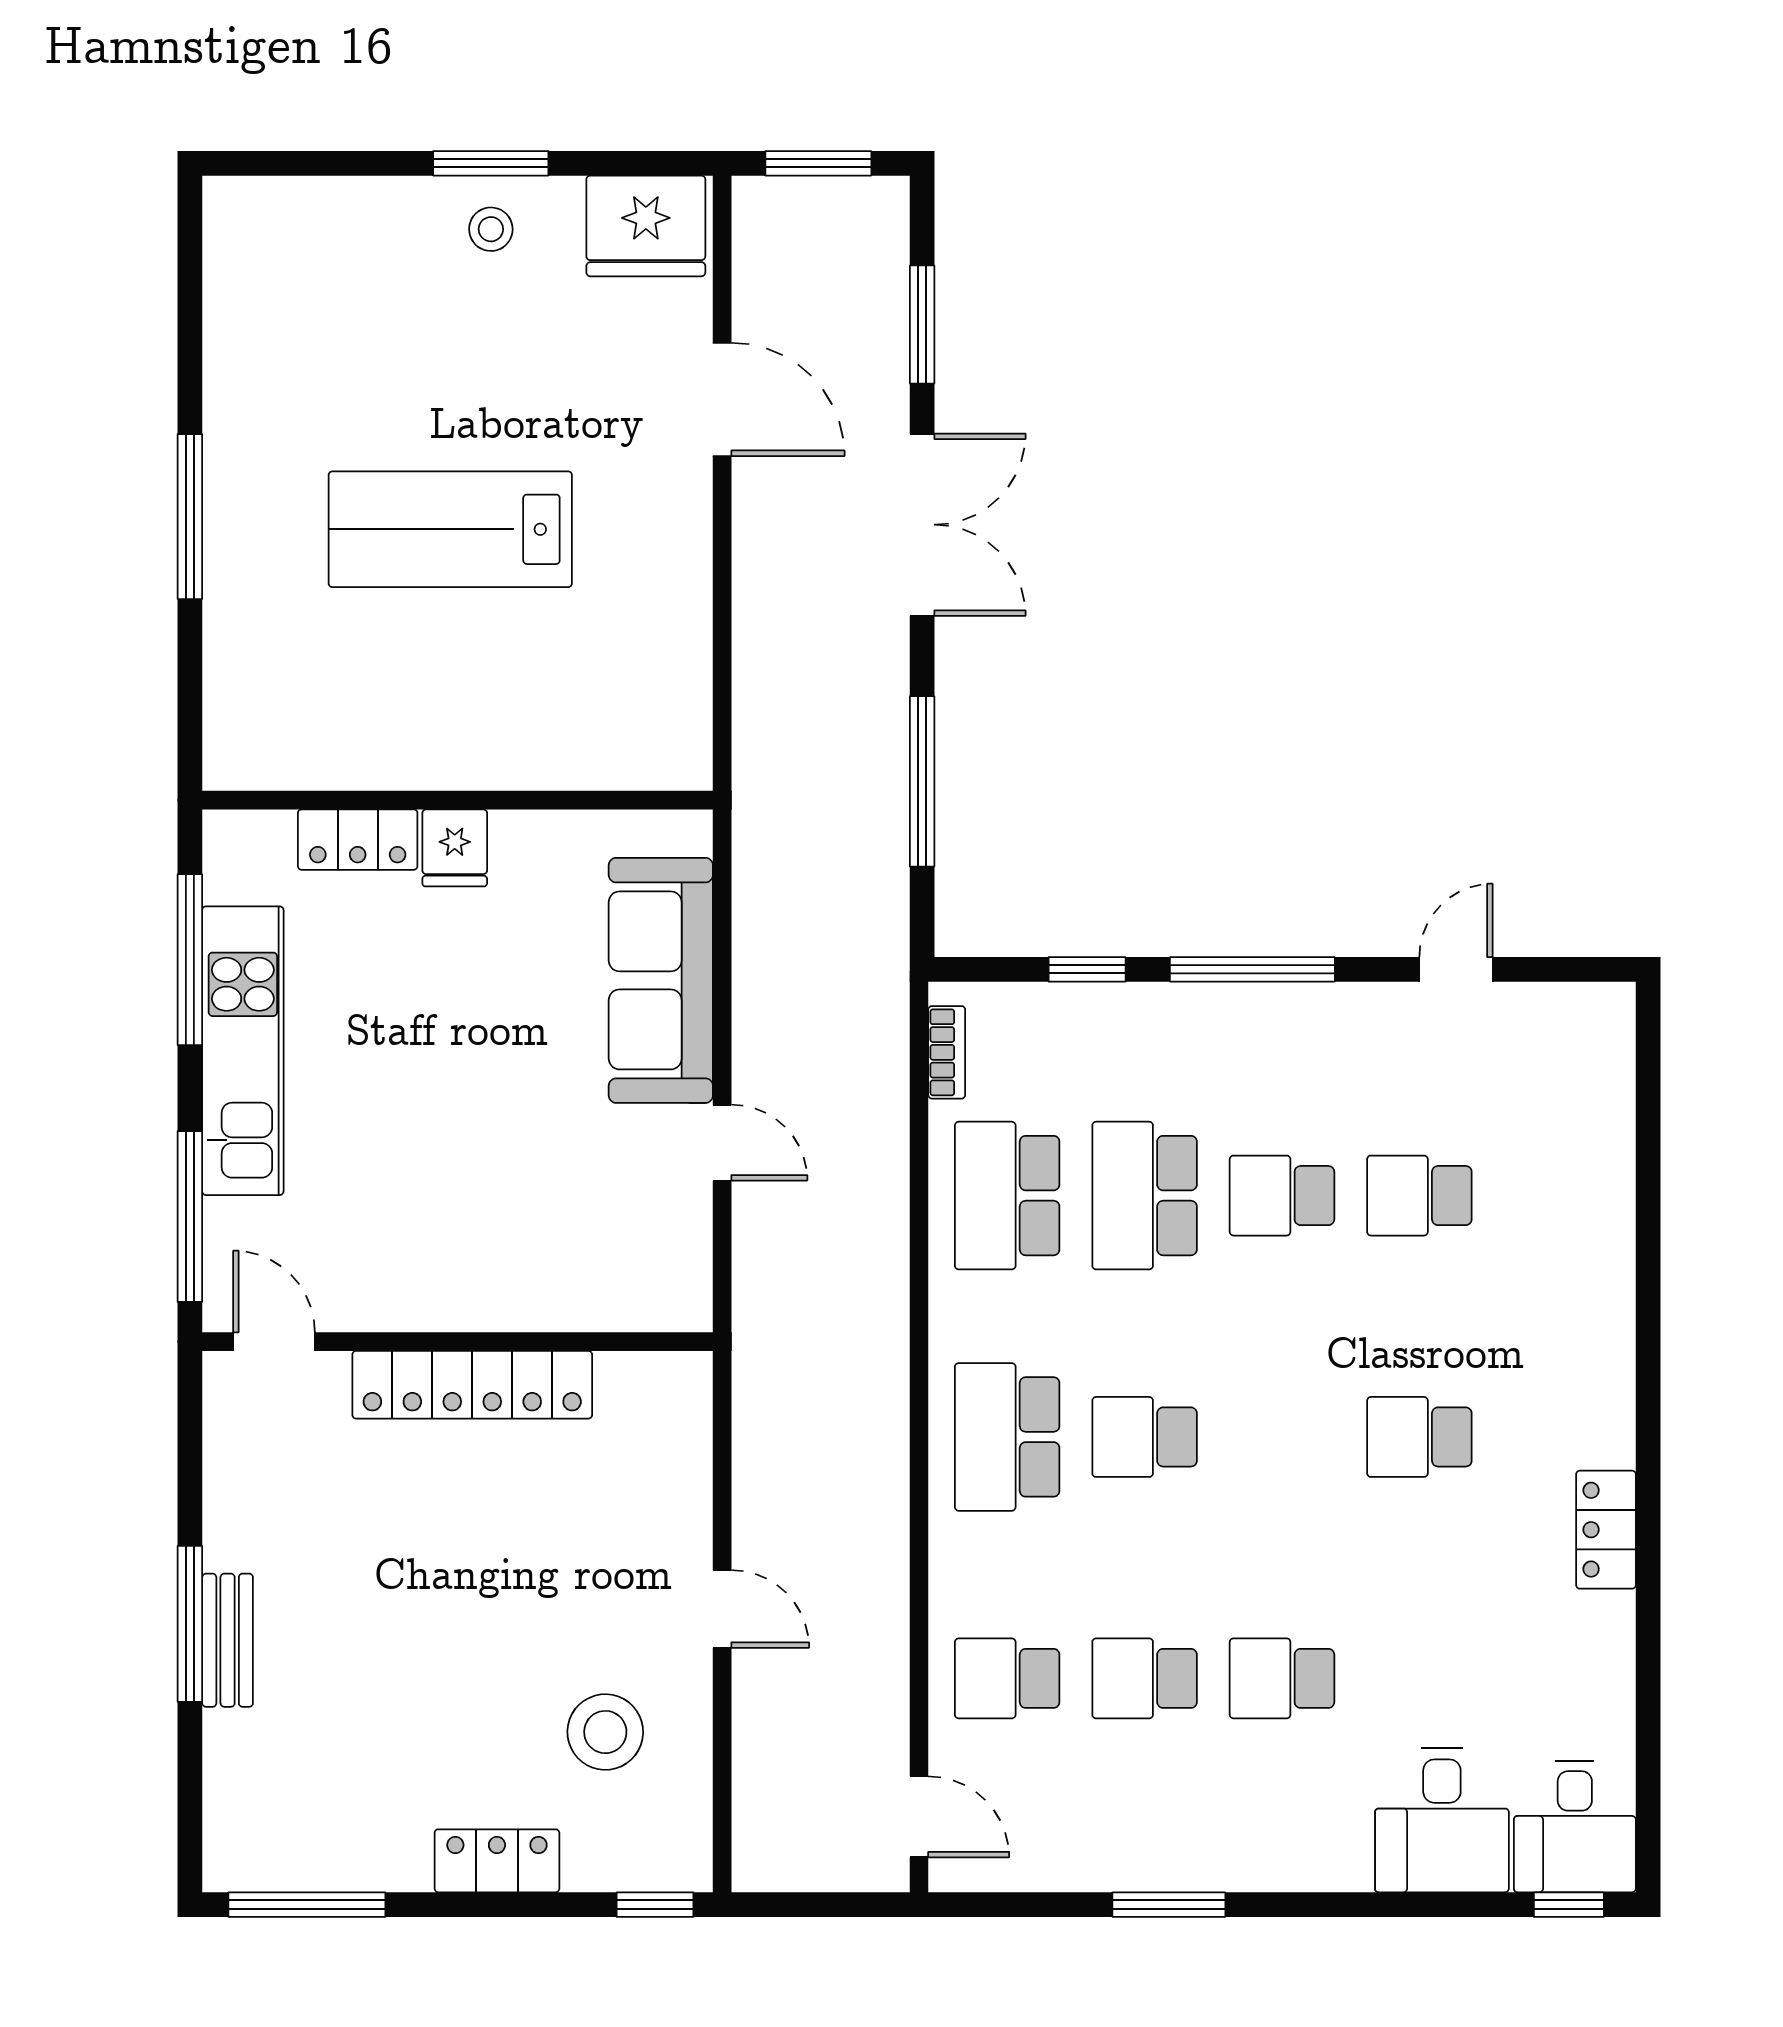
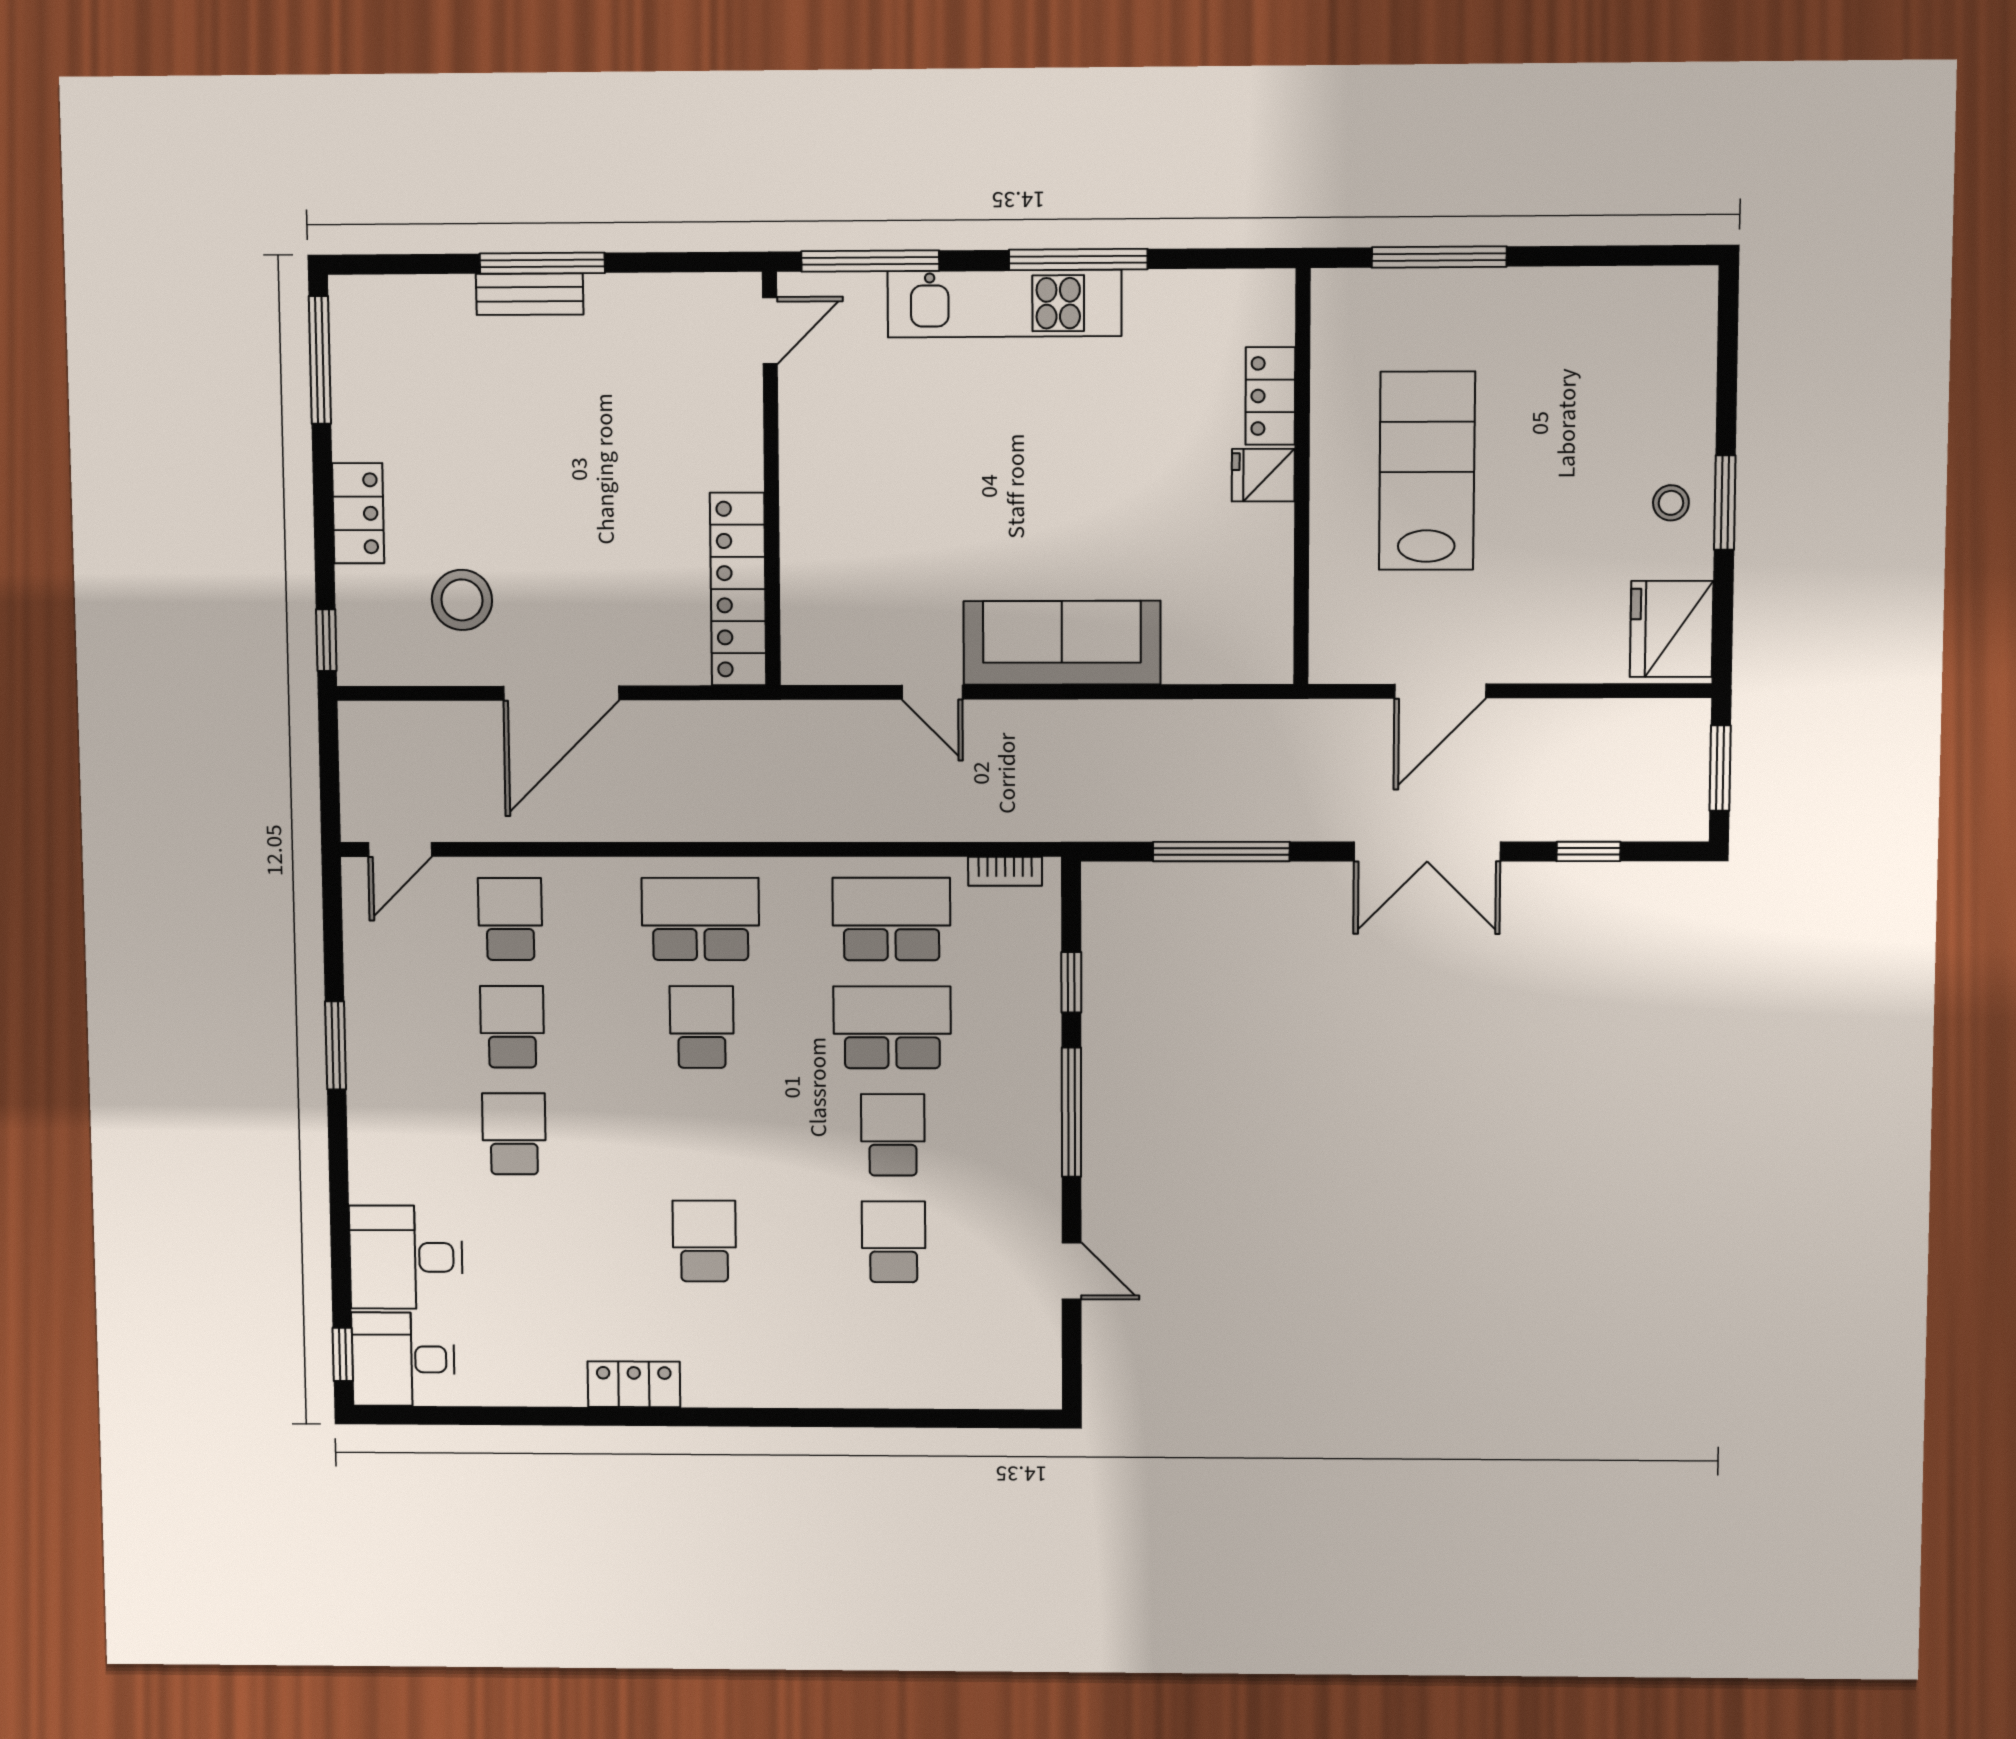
window: (922, 324) -> (1588, 851), width x0.67
door: (722, 399) -> (1440, 691), moved
wall: (458, 800) -> (1302, 477), moved
locker: (358, 840) -> (1270, 396), moved
fridge: (455, 848) -> (1263, 475), moved
door: (722, 1143) -> (932, 692), hinge flipped
locker: (472, 1385) -> (738, 589), moved
door: (722, 1609) -> (561, 693), width x1.87

